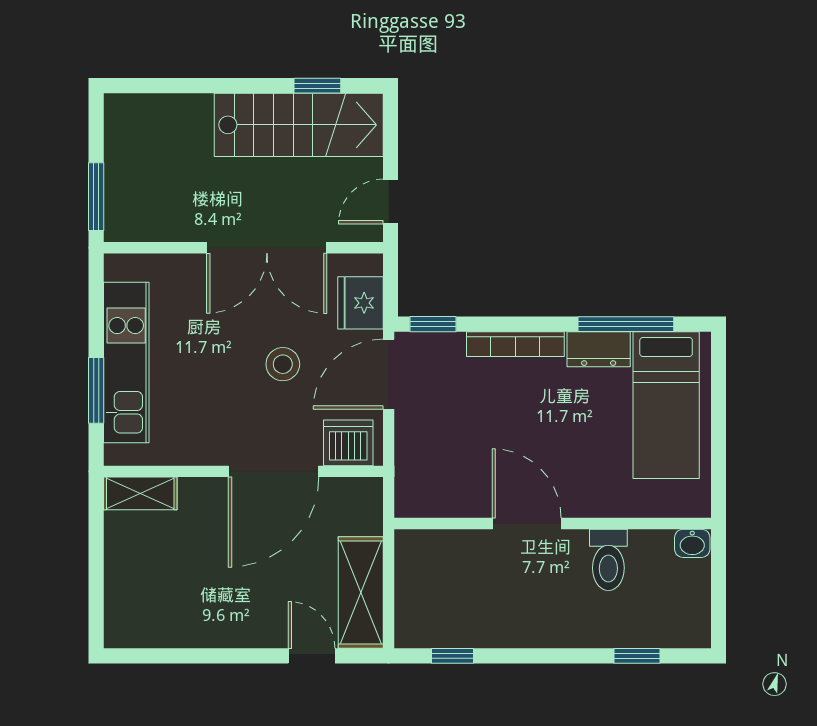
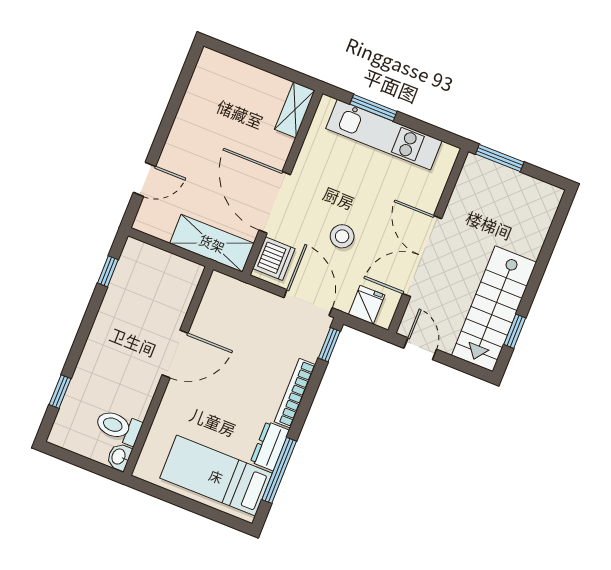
fridge: (360, 303) -> (367, 305), width x0.72
toilet: (608, 560) -> (118, 427), moved
shelving: (361, 592) -> (212, 243), moved

